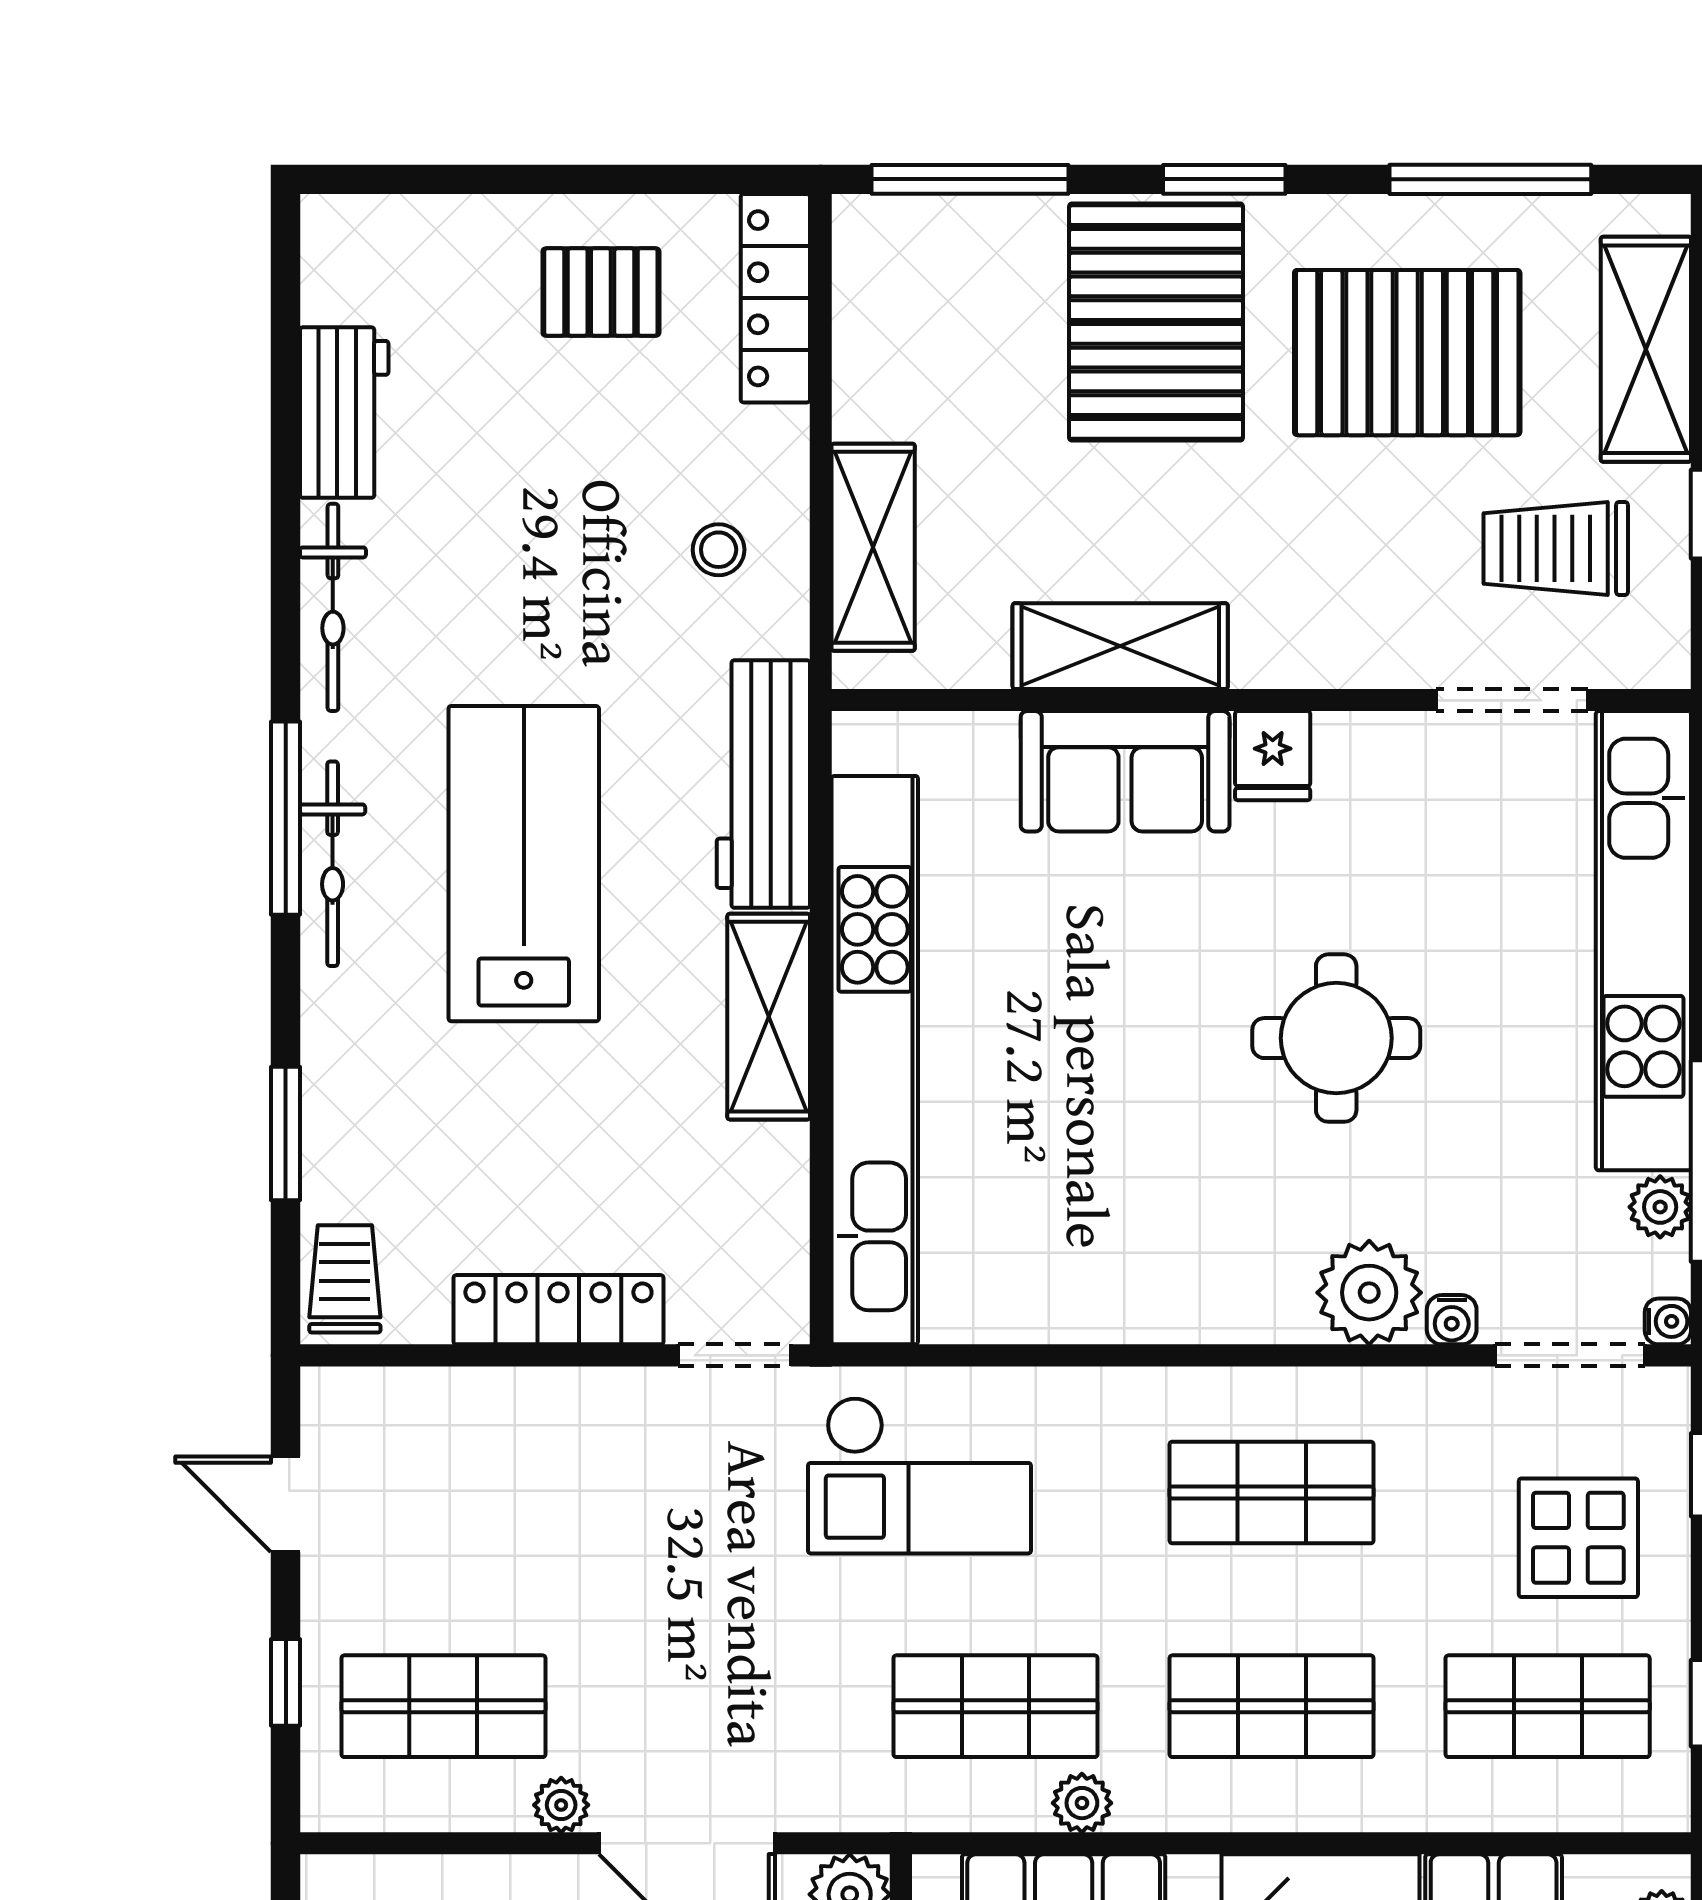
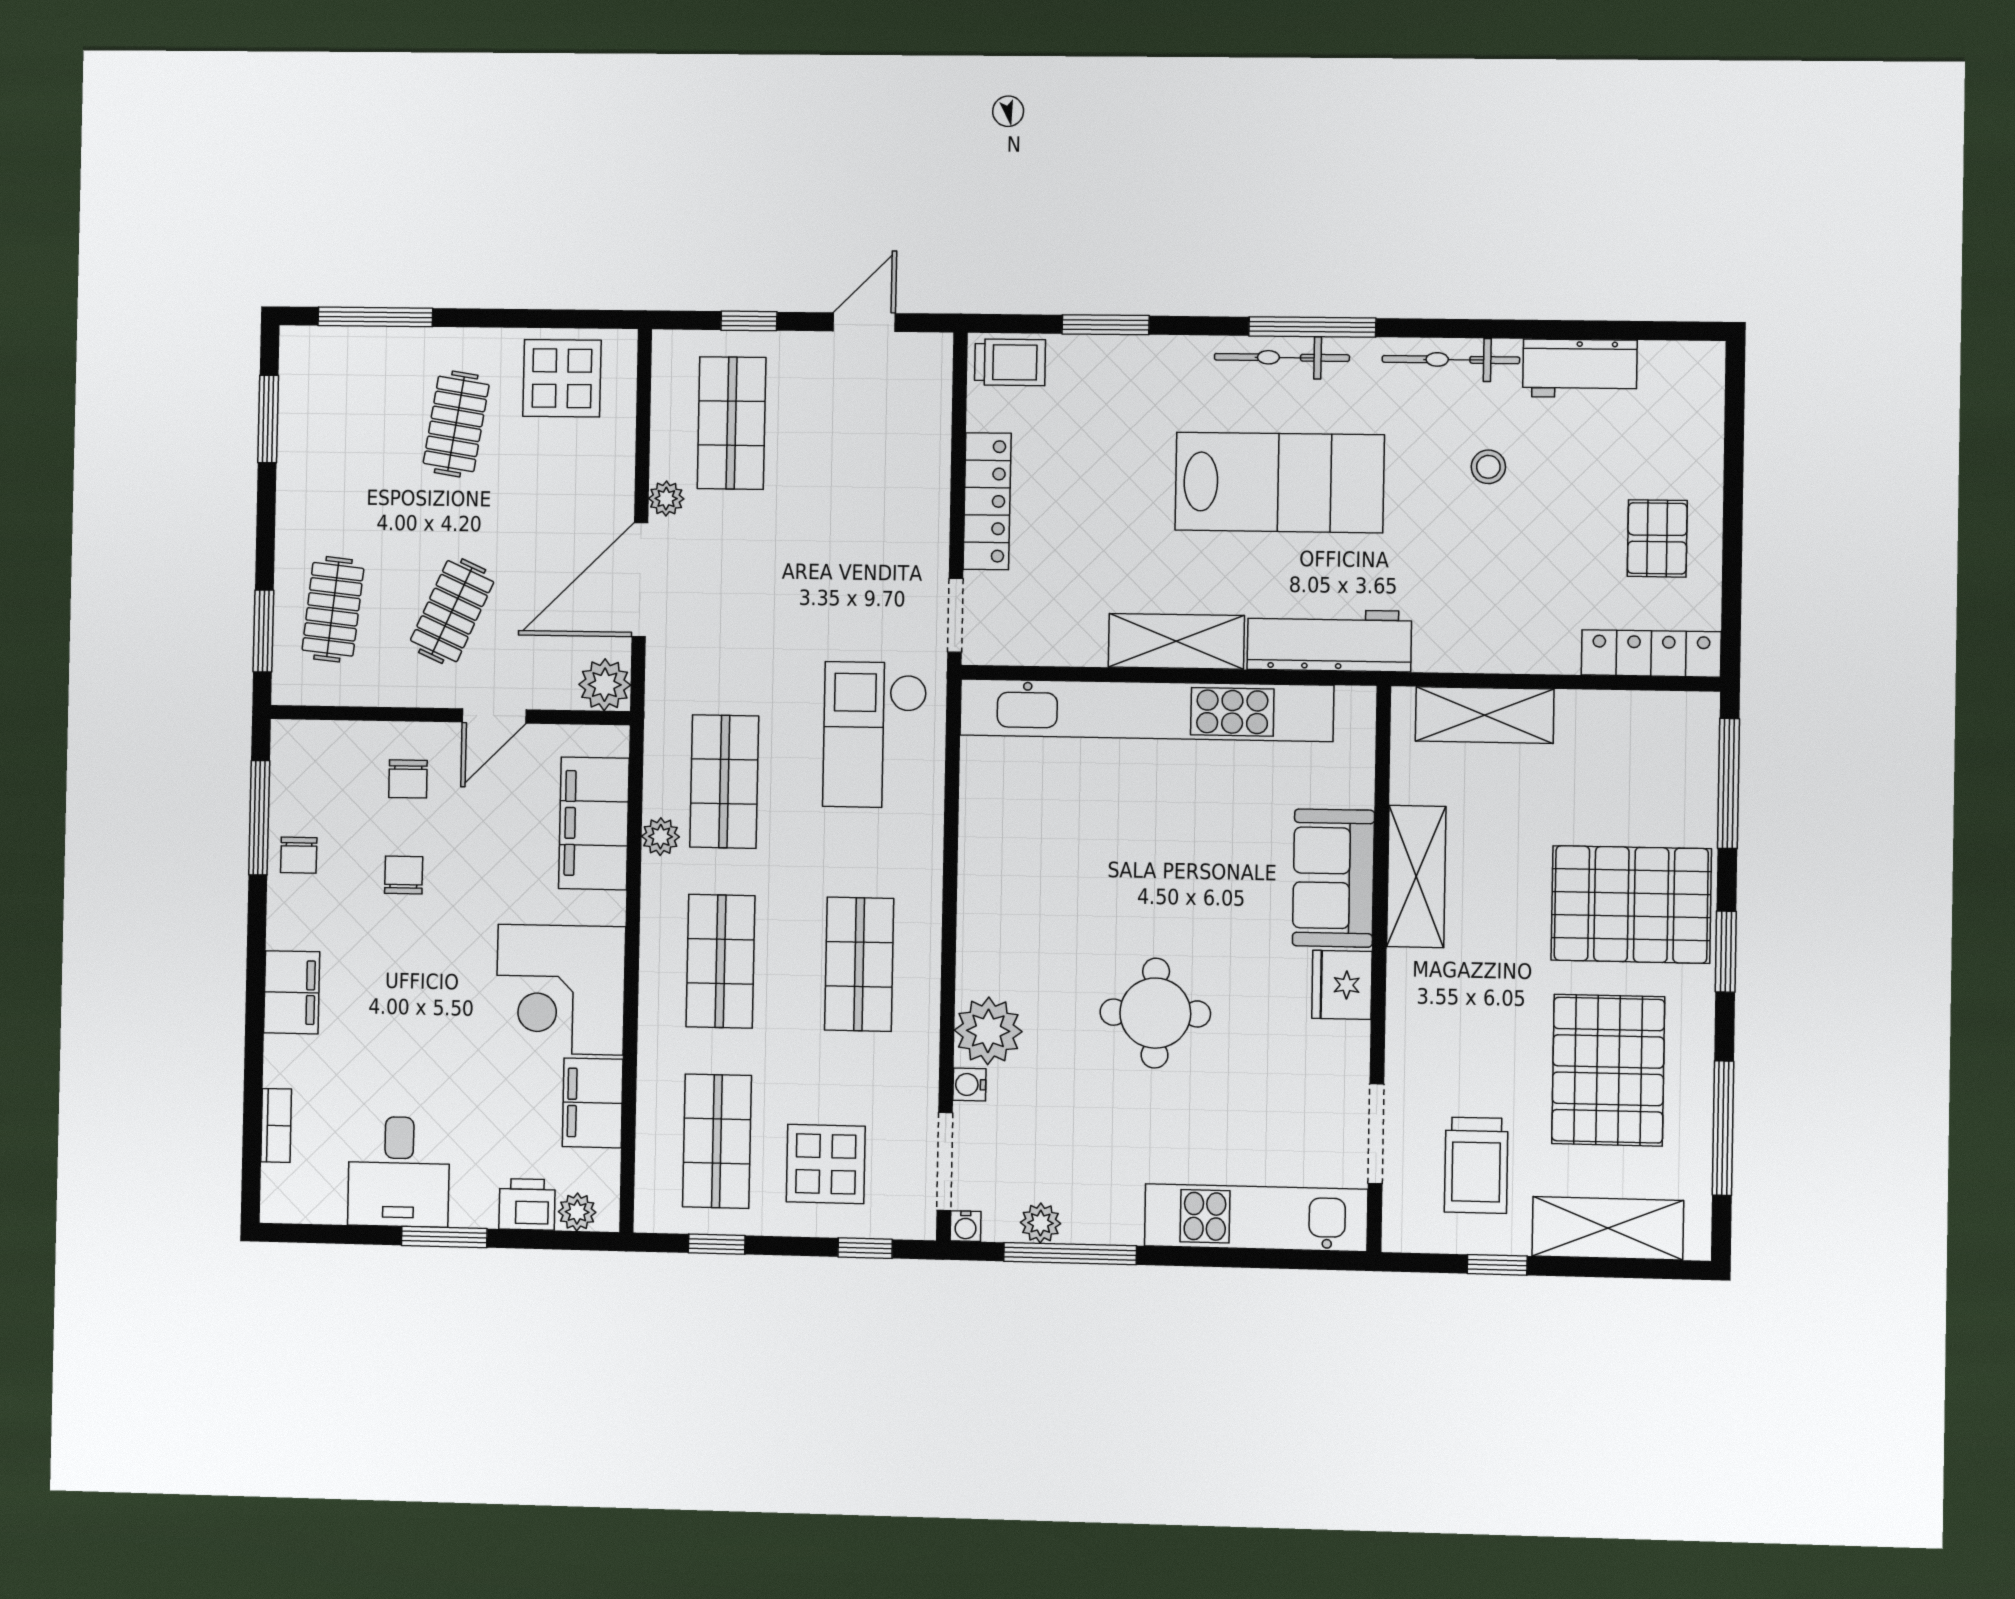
trolley: (1556, 548) -> (1476, 1165), turned 180
stool: (719, 550) -> (1488, 467), moved
fridge: (1273, 756) -> (1342, 985), width x1.38
kitchen unit: (1643, 941) -> (1256, 1218), width x0.73

